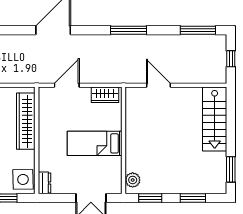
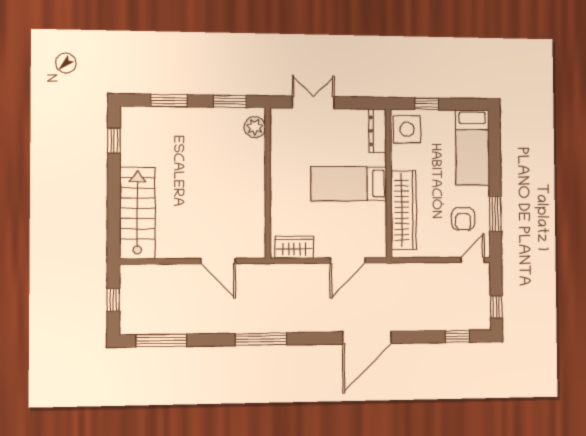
bed: (95, 143) -> (349, 184), moved, turned 180
window: (231, 169) -> (114, 141), width x0.67
dresser: (44, 183) -> (378, 131), width x1.44

